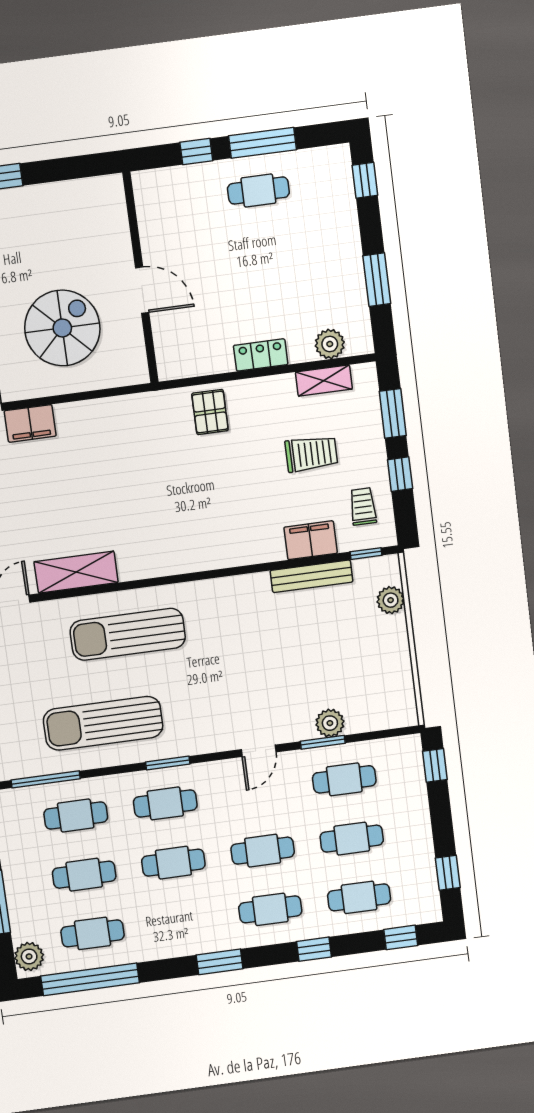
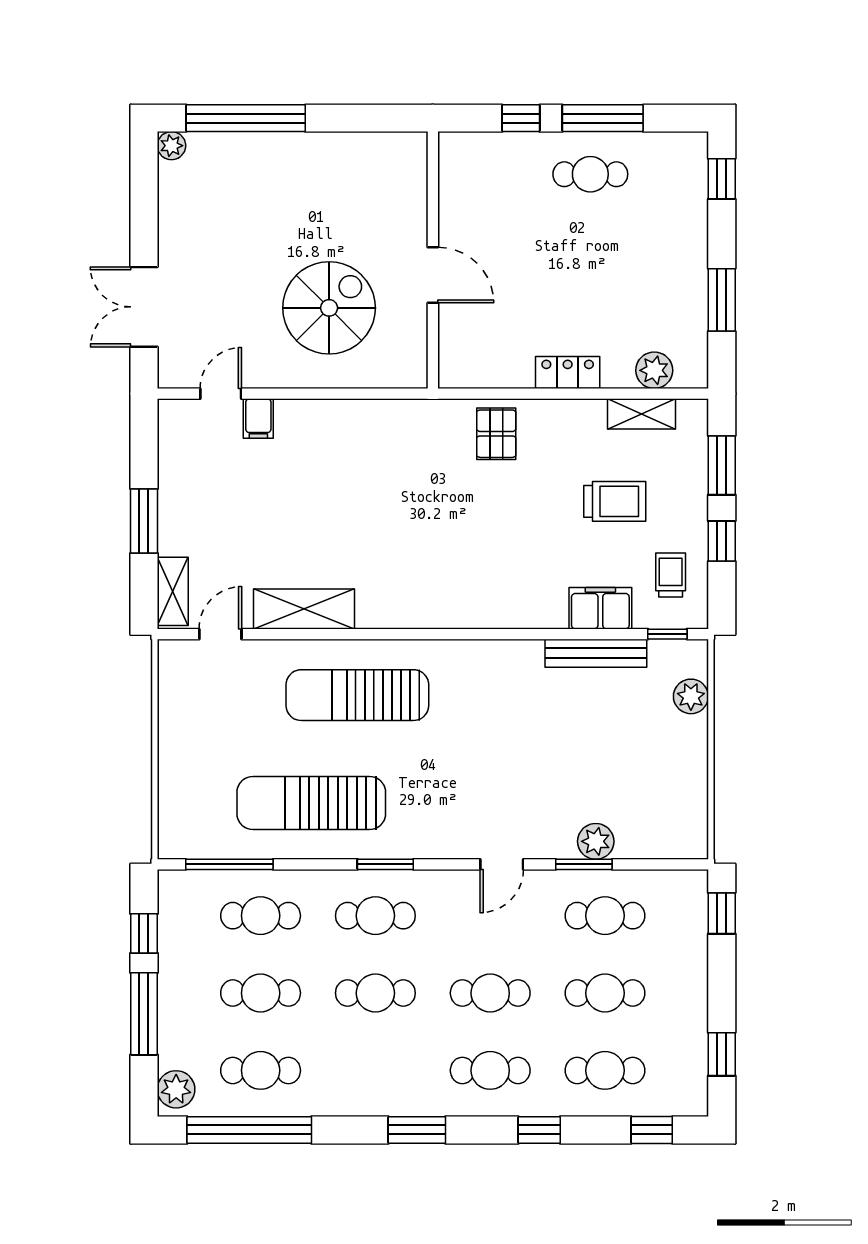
filing cabinet: (30, 423) -> (258, 418), width x0.50

